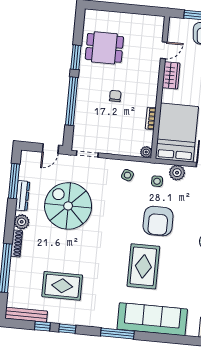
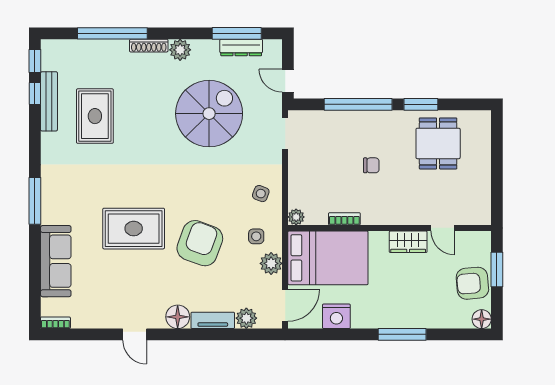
dresser: (22, 196) -> (241, 47), moved
armchair: (158, 221) -> (200, 243), turned 110
bench: (26, 315) -> (49, 101), moved
sofa: (152, 319) -> (56, 261), width x0.74, depth x0.79
window: (67, 329) -> (35, 61), moved

